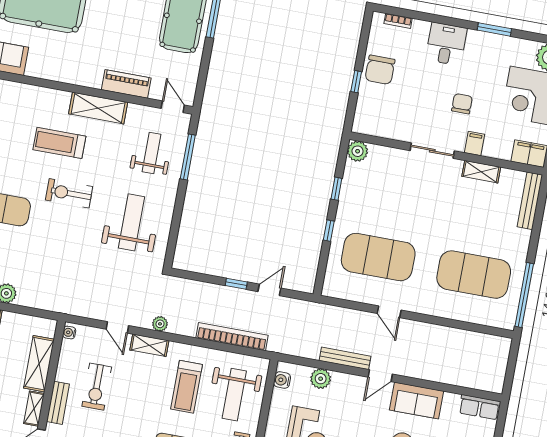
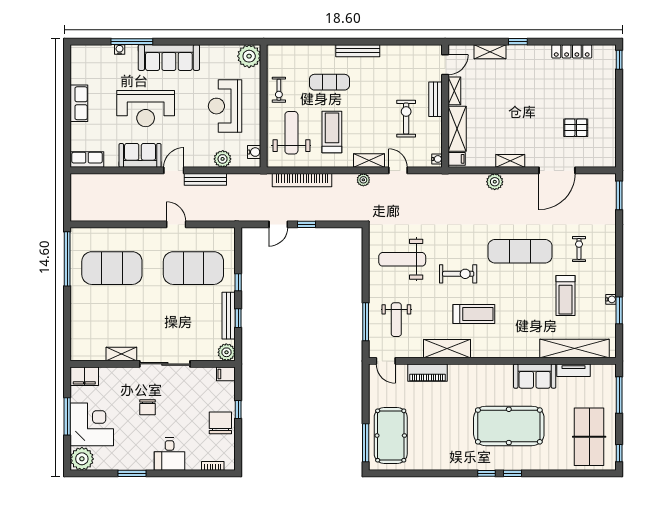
filing cabinet: (474, 144) -> (226, 374), moved, turned 90
sliding door: (432, 151) -> (165, 364), width x1.37
bench: (530, 201) -> (229, 316), moved
weight bench: (131, 222) -> (402, 259), turned 90
filing cabinet: (46, 328) -> (457, 159), added

